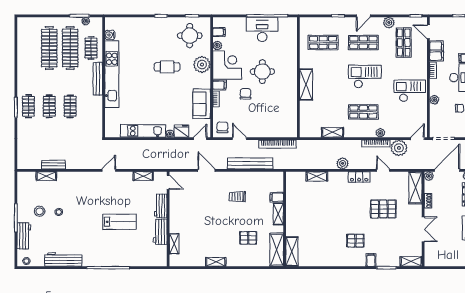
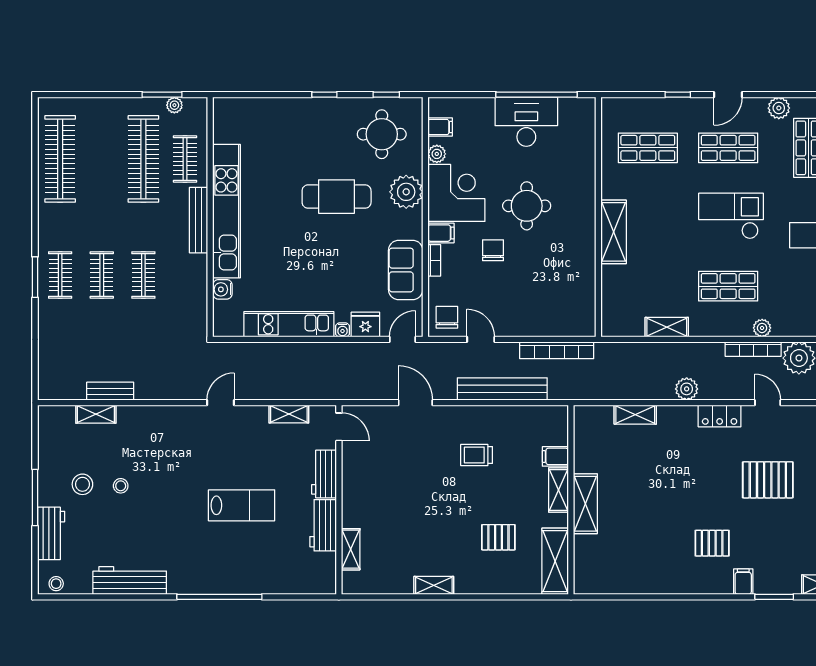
water cooler: (110, 35) -> (222, 289), moved
clothes rail: (49, 48) -> (60, 159), moved
cafe table: (167, 67) -> (337, 197), width x1.37, depth x1.35
shelving: (292, 251) -> (585, 504), moved

